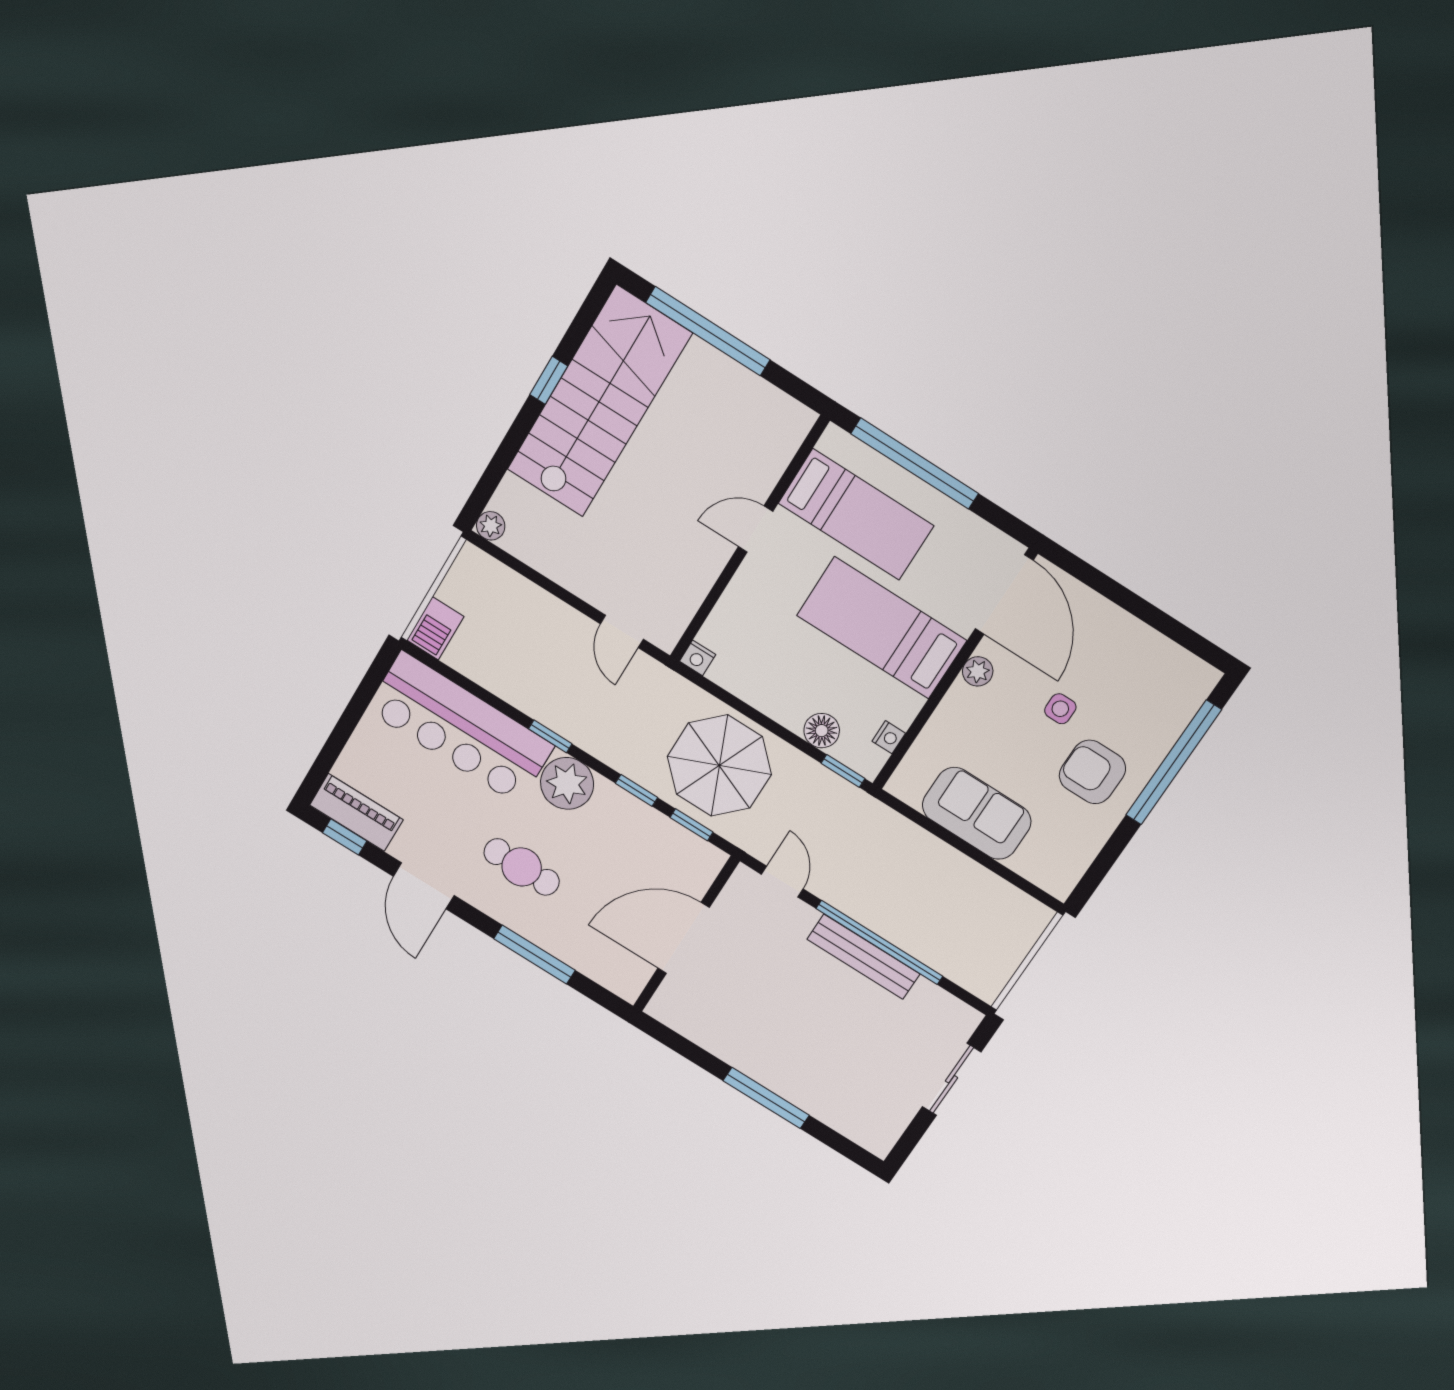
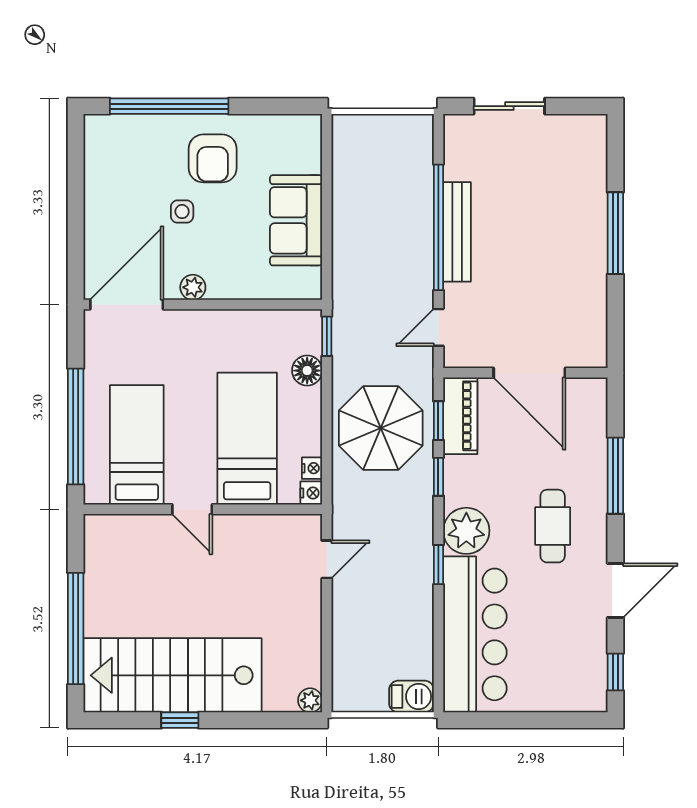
bed: (882, 628) -> (247, 439), moved, turned 180
nightstand: (889, 737) -> (312, 468), moved, turned 90
piano: (356, 812) -> (460, 416), moved, turned 180

